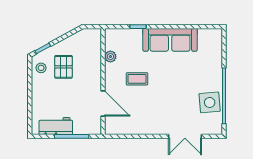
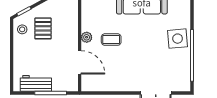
plant: (110, 56) -> (87, 37), moved
side table: (210, 102) -> (178, 39), moved

